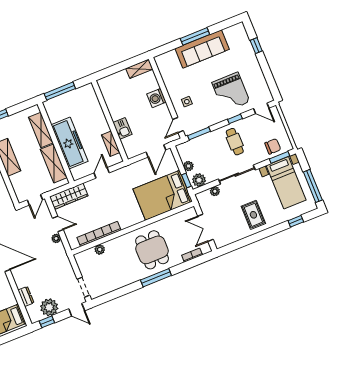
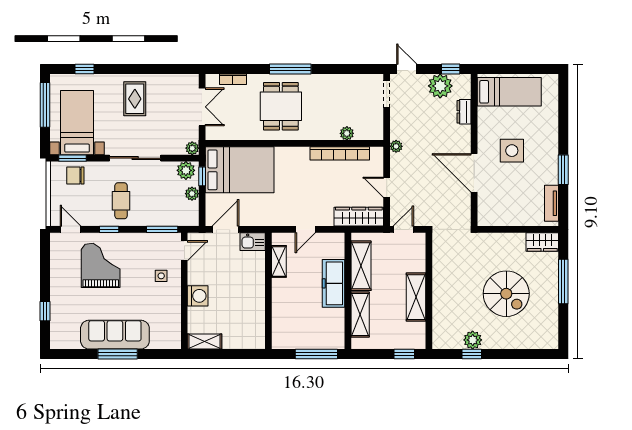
kitchen sink: (122, 128) -> (253, 242), moved, turned -90
freezer: (70, 143) -> (333, 283), width x0.73, depth x0.79
plant: (215, 191) -> (192, 148), moved
plant: (56, 238) -> (396, 146), moved

